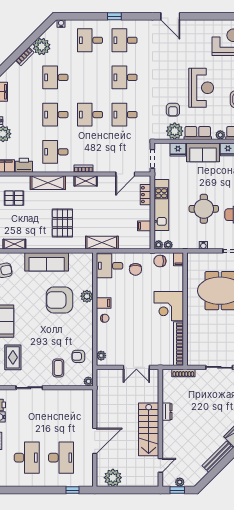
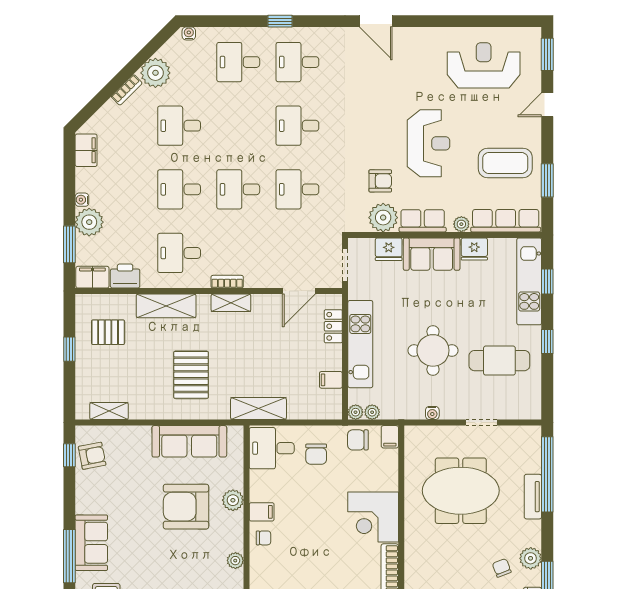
armchair: (173, 110) -> (380, 181), turned -90
sofa: (47, 262) -> (189, 441), moved
plant: (88, 332) -> (235, 561), added

